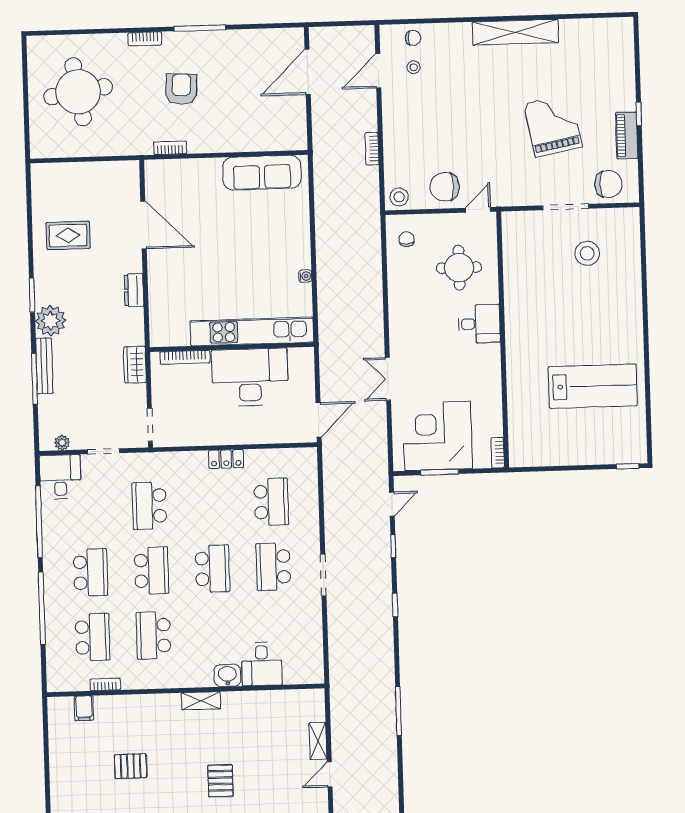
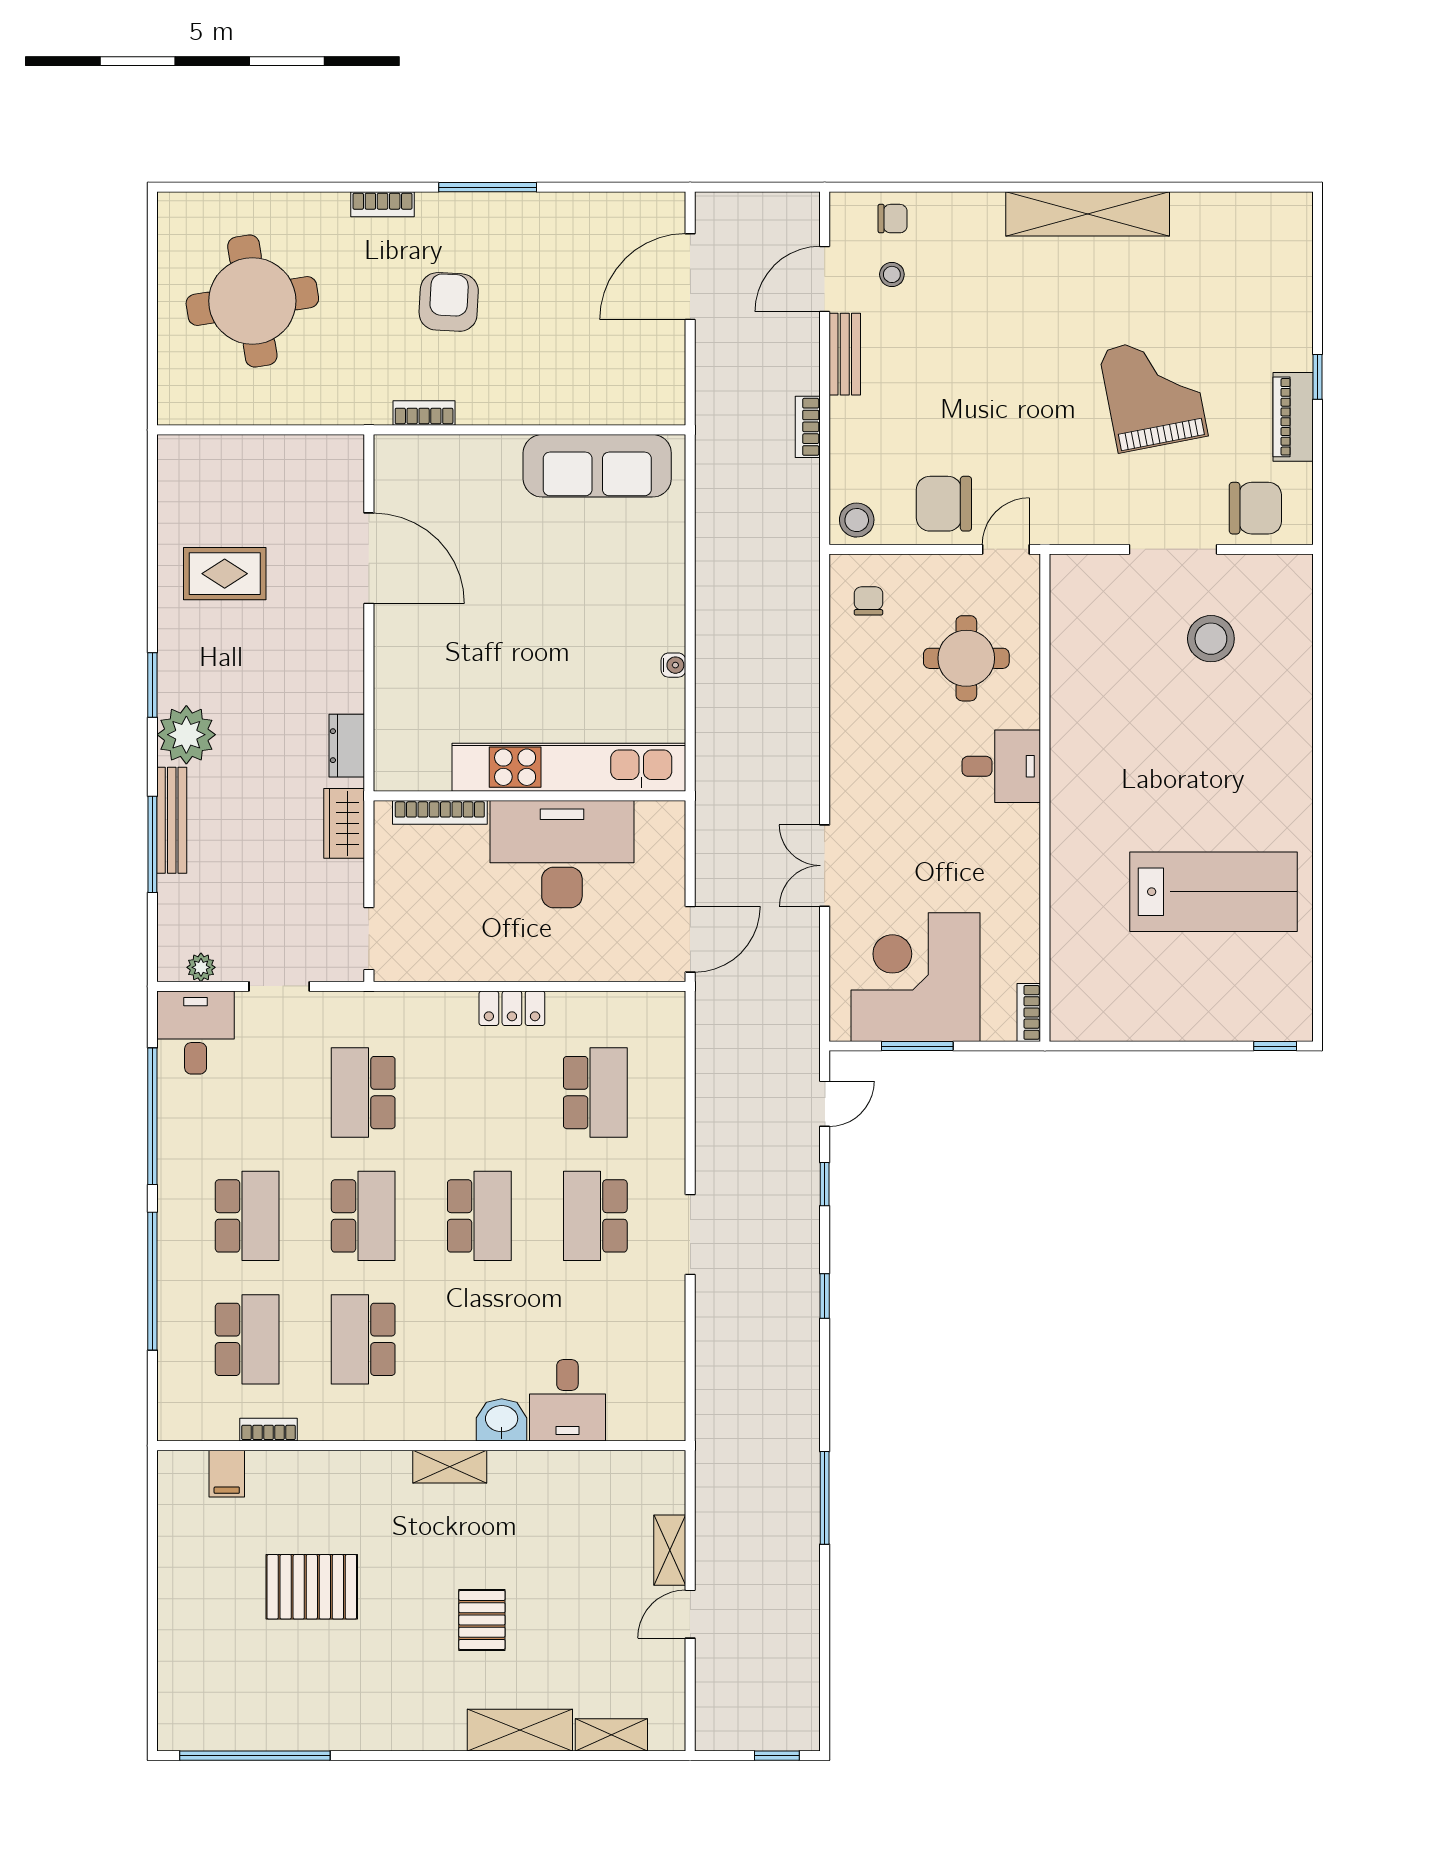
bench: (390, 110) -> (845, 354), added
dresser: (134, 290) -> (347, 746), moved
pallet: (131, 766) -> (312, 1587), width x1.50, depth x1.42

